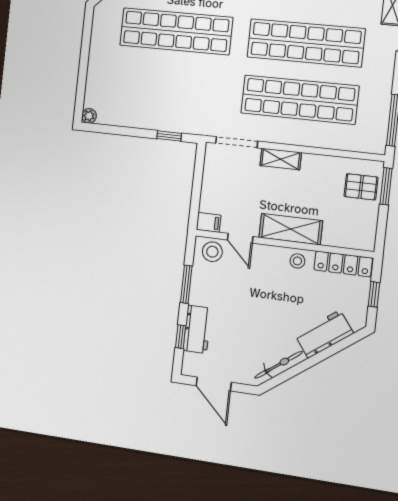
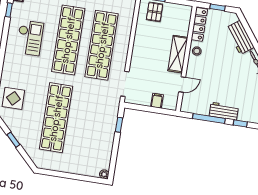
shelving: (281, 159) -> (136, 58), removed
filing cabinet: (209, 222) -> (157, 101), moved
stool: (212, 252) -> (190, 102), removed
window: (186, 284) -> (209, 118), width x1.44
workbench: (197, 329) -> (224, 111), moved

